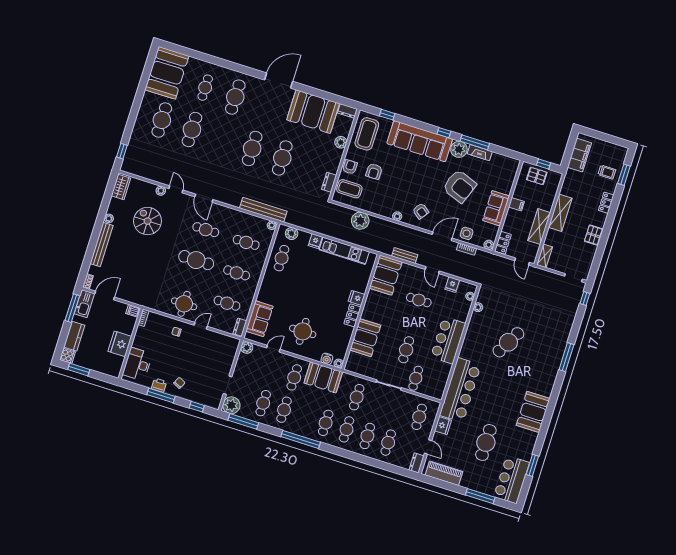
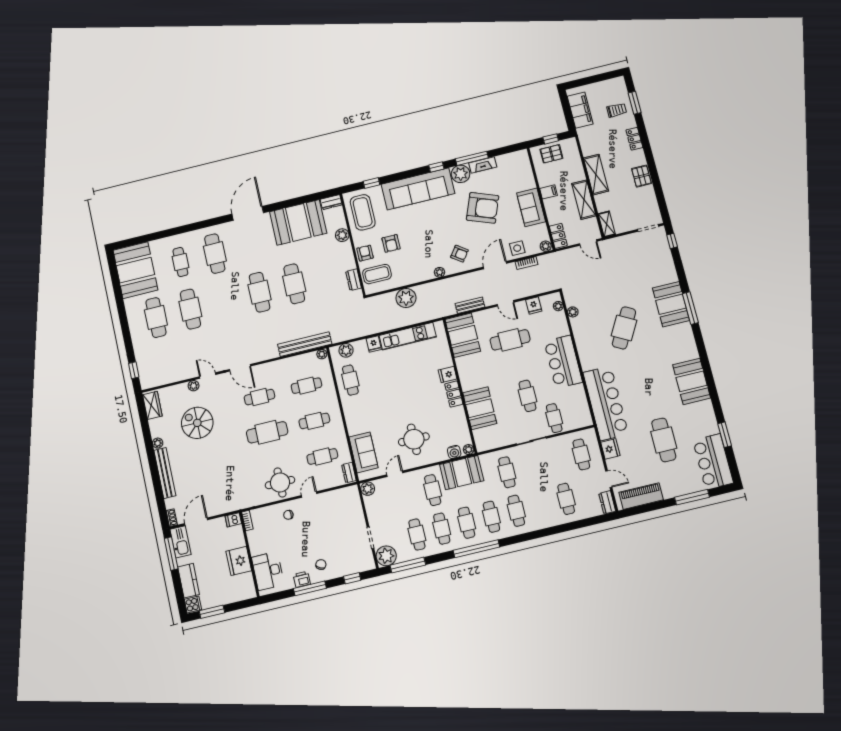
cafe table: (419, 300) -> (510, 340), width x1.37, depth x1.35
booth: (554, 346) -> (671, 304), added
cafe table: (367, 436) -> (467, 523), moved

